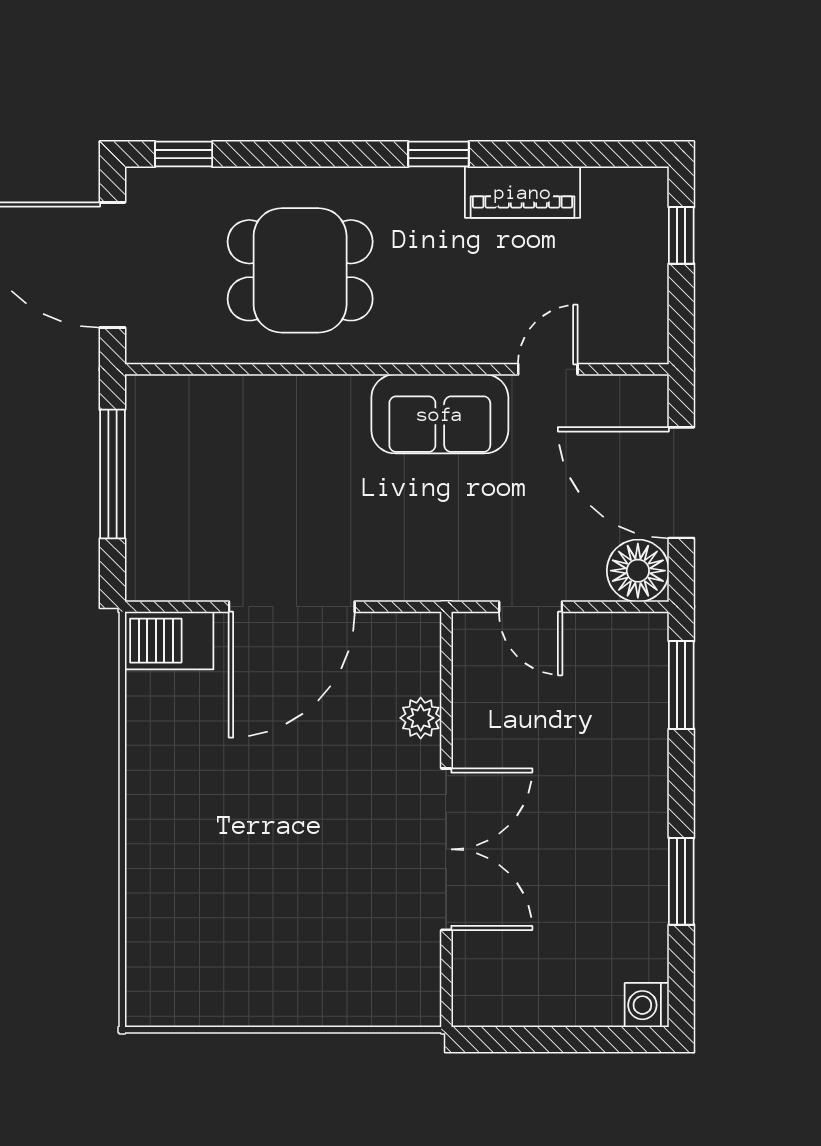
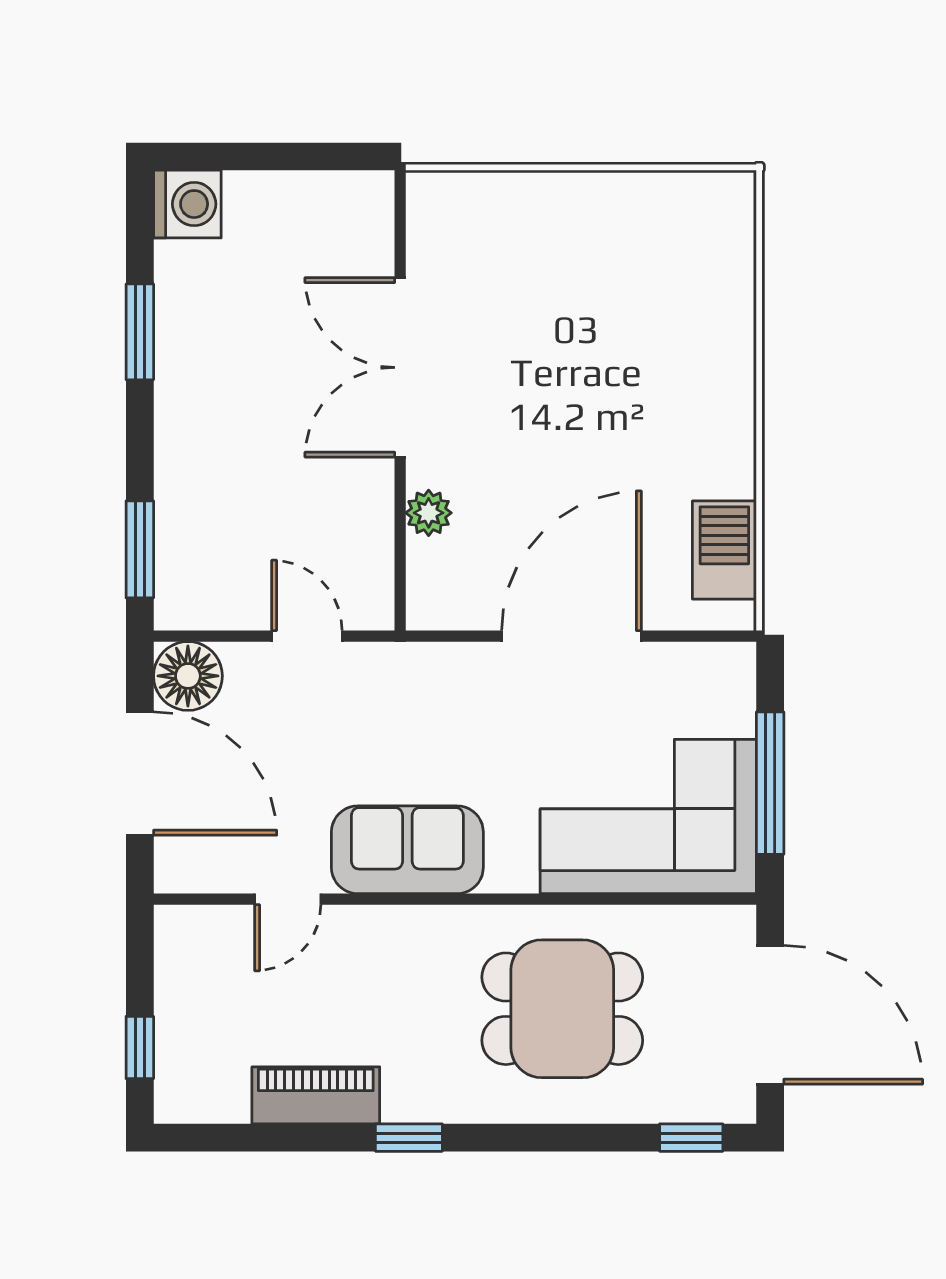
corner sofa: (222, 444) -> (648, 817), added
barbecue: (169, 641) -> (724, 550), moved, turned -90
washing machine: (647, 1005) -> (187, 204), width x1.38, depth x1.38

